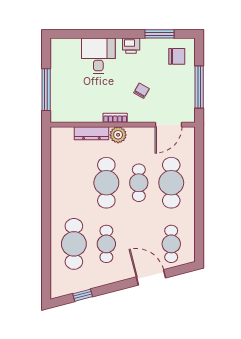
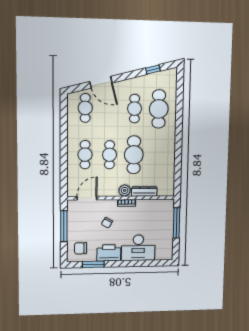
printer: (131, 46) -> (109, 253), width x1.87, depth x1.48
desk: (98, 56) -> (138, 248), width x1.37
cafe table: (171, 183) -> (85, 155), width x0.73, depth x0.74

